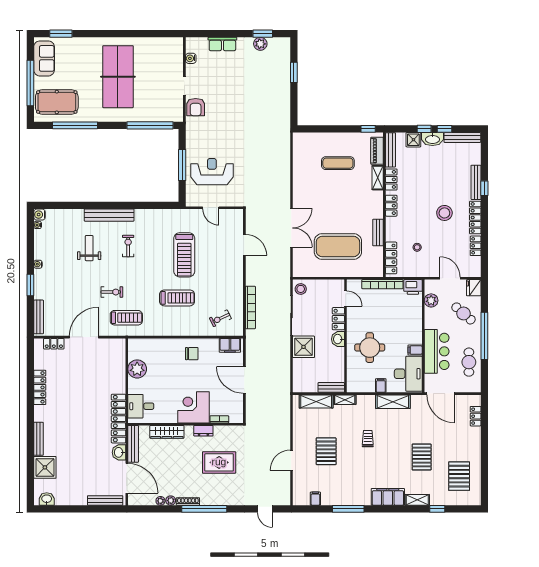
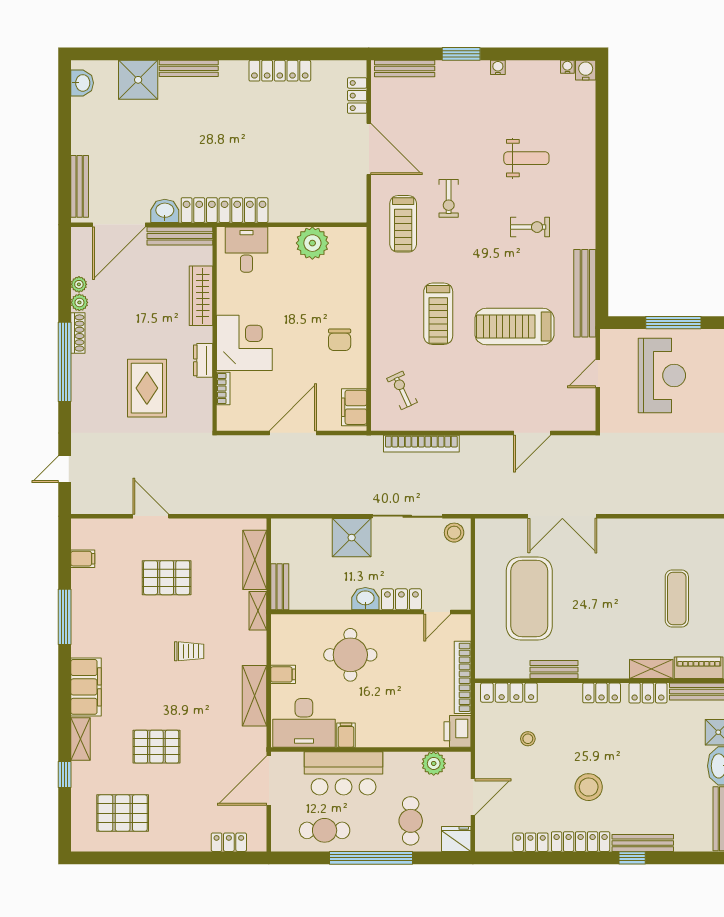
bench: (109, 215) -> (585, 293), moved
cafe table: (464, 313) -> (411, 821), turned -41

